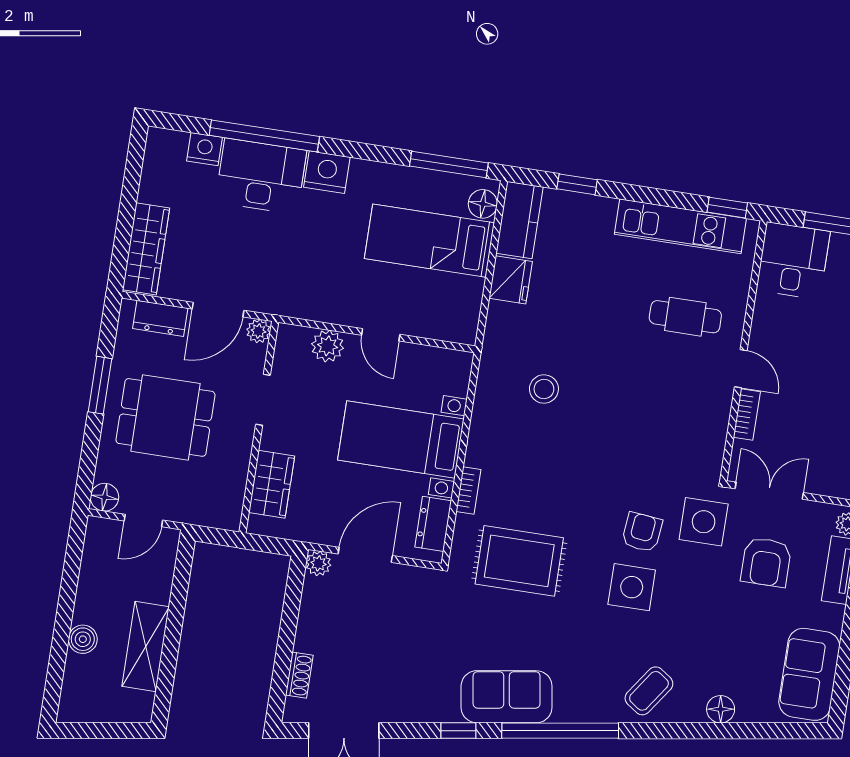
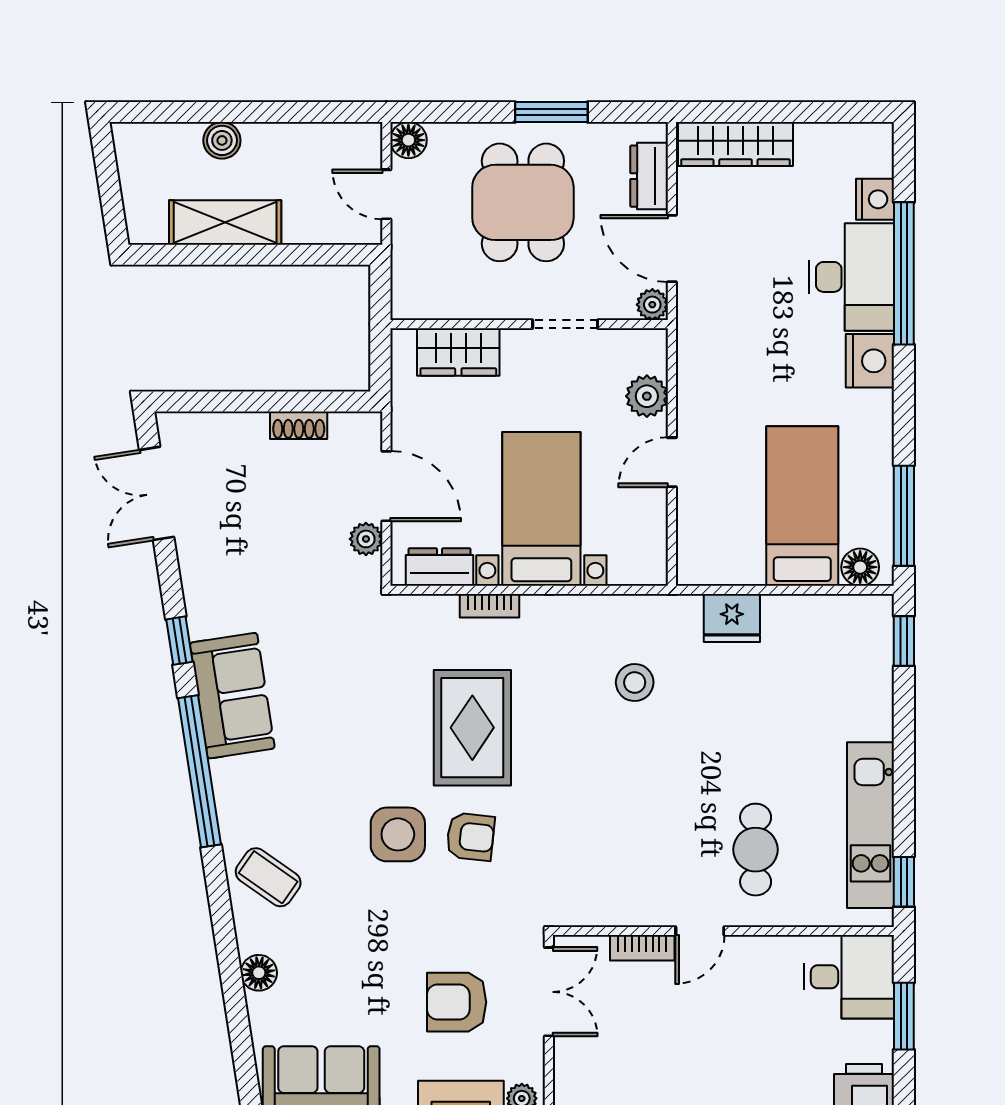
window: (577, 184) -> (904, 641), moved
kitchen counter: (520, 220) -> (847, 618), removed
fridge: (511, 280) -> (732, 618), moved
side table: (704, 522) -> (496, 914), removed
rug: (519, 561) -> (472, 728), moved
plant: (318, 563) -> (366, 539), moved
shoe rack: (299, 675) -> (299, 425), moved

